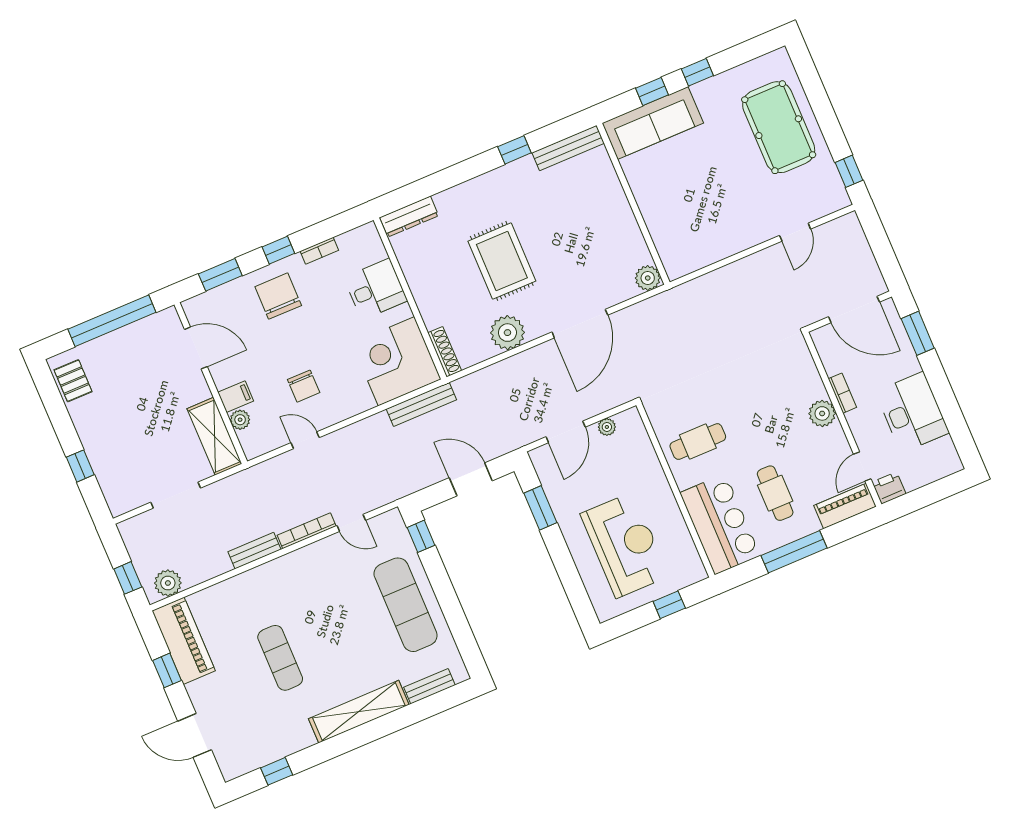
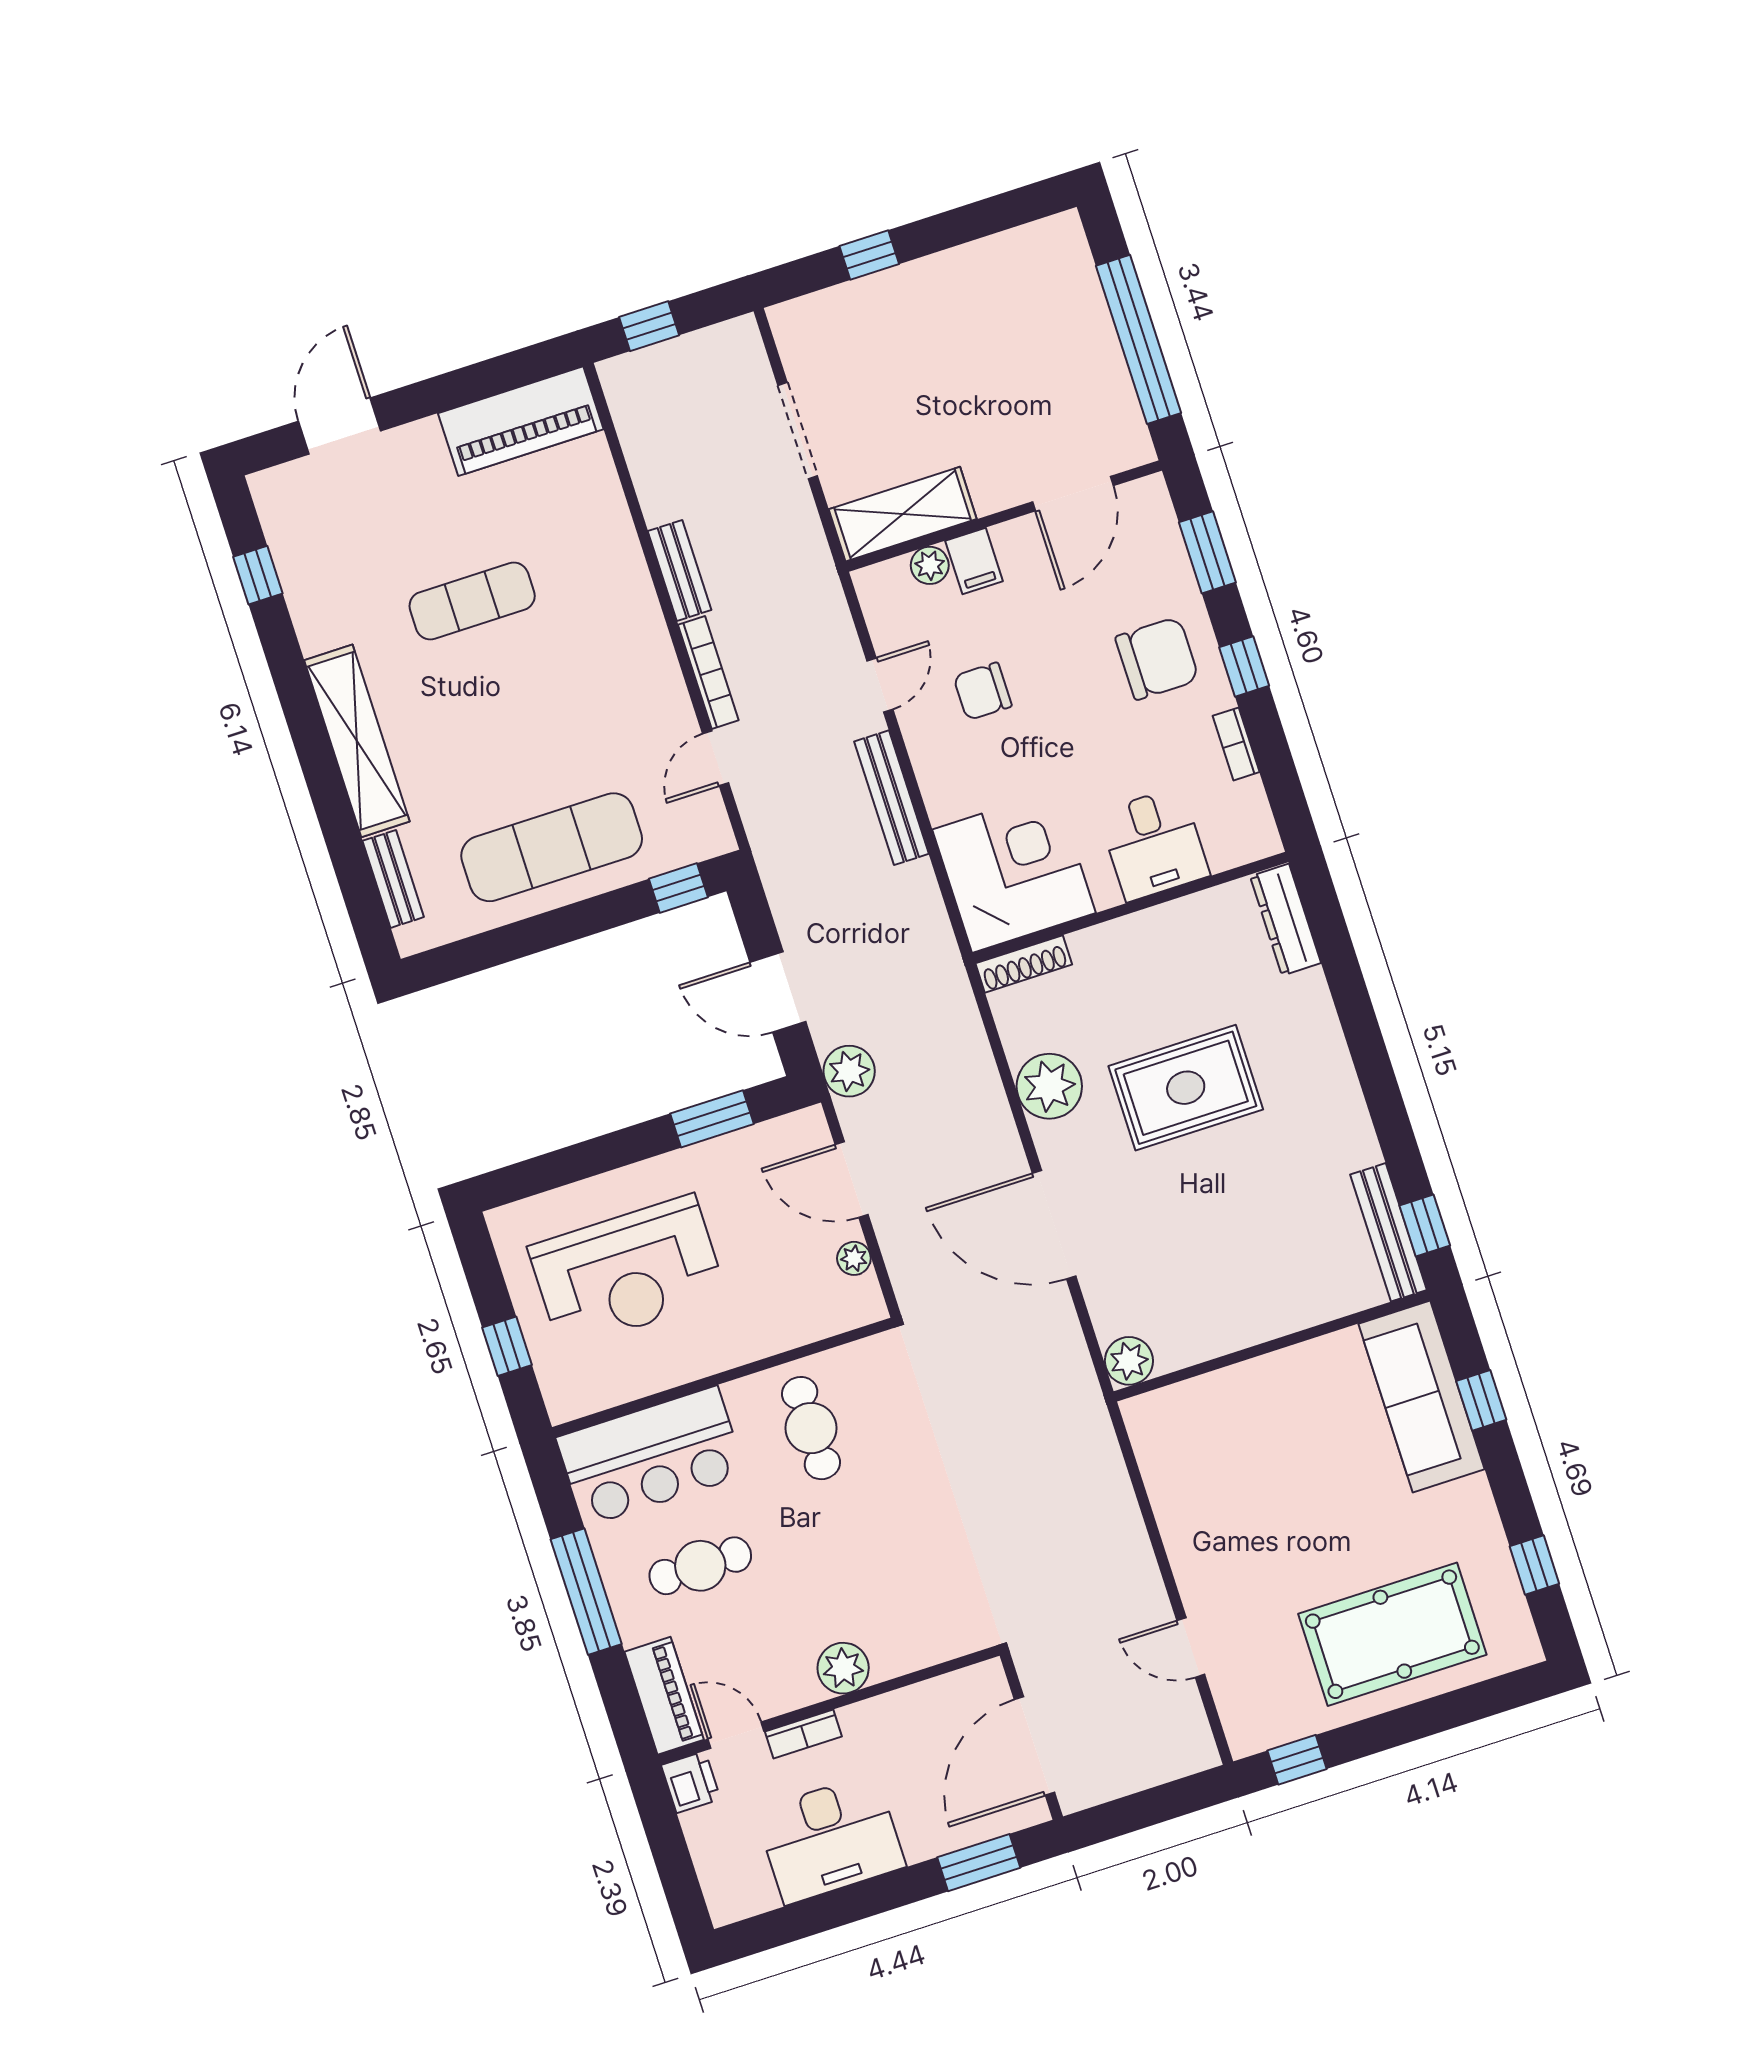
window: (697, 72) -> (1534, 1565), moved
window: (514, 150) -> (1425, 1225), moved
pallet: (73, 381) -> (1032, 256), removed
bookcase: (842, 393) -> (803, 1734), moved
bench: (421, 404) -> (891, 798), moved
door: (471, 479) -> (778, 992), swing flipped
plant: (168, 583) -> (849, 1071), moved
window: (167, 670) -> (467, 385), removed

